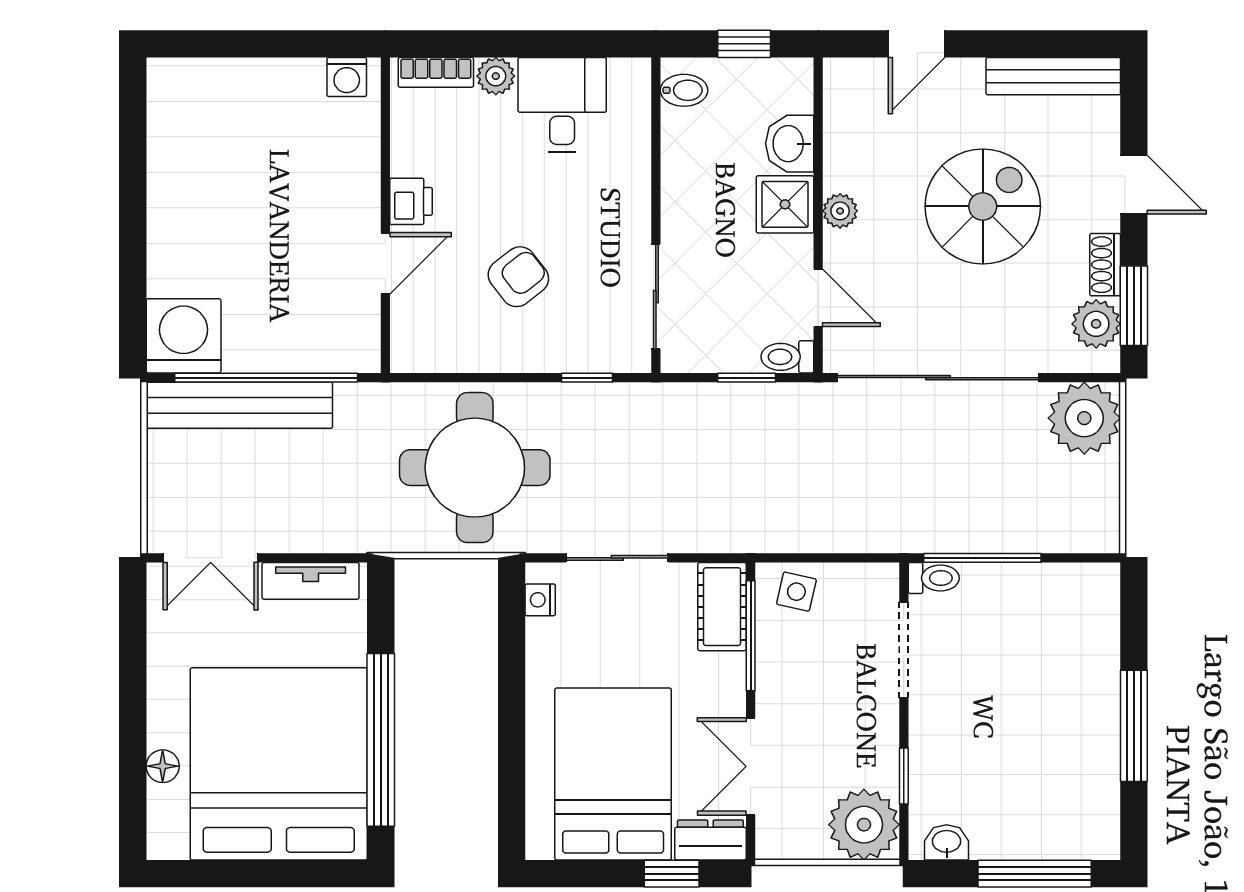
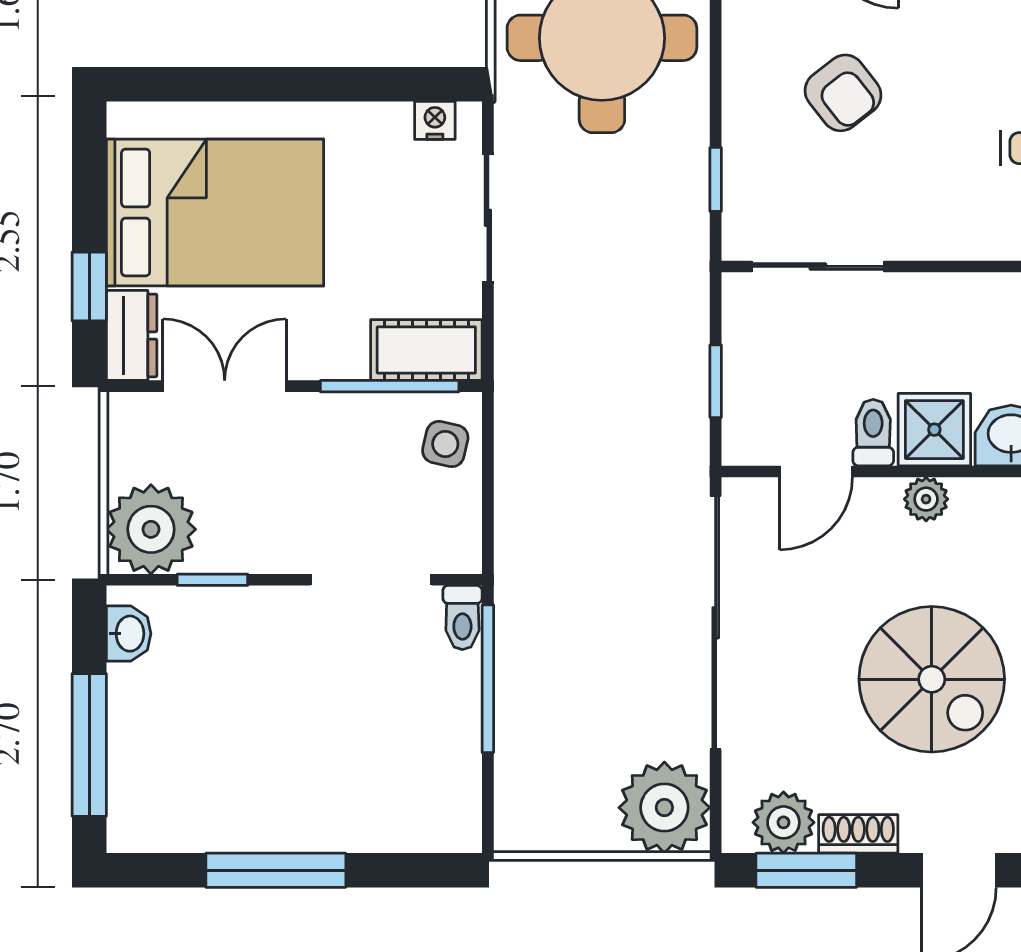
toilet: (787, 357) -> (873, 433), moved

